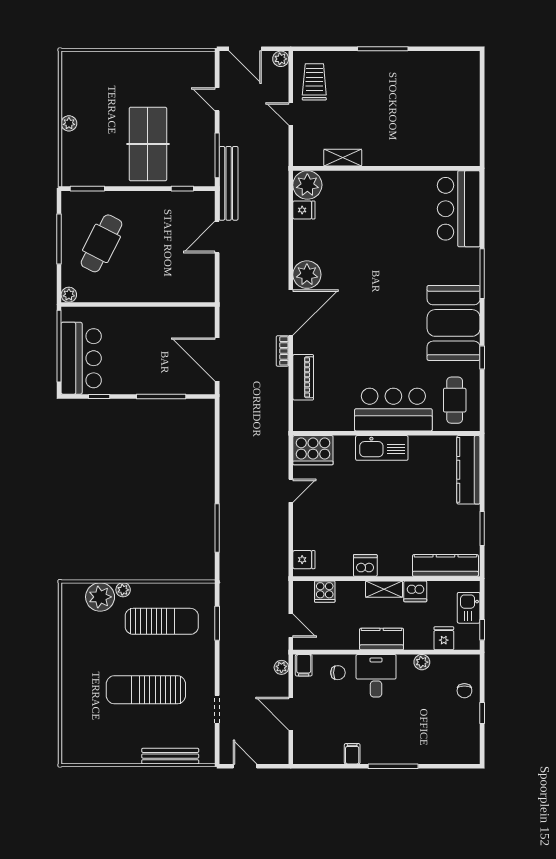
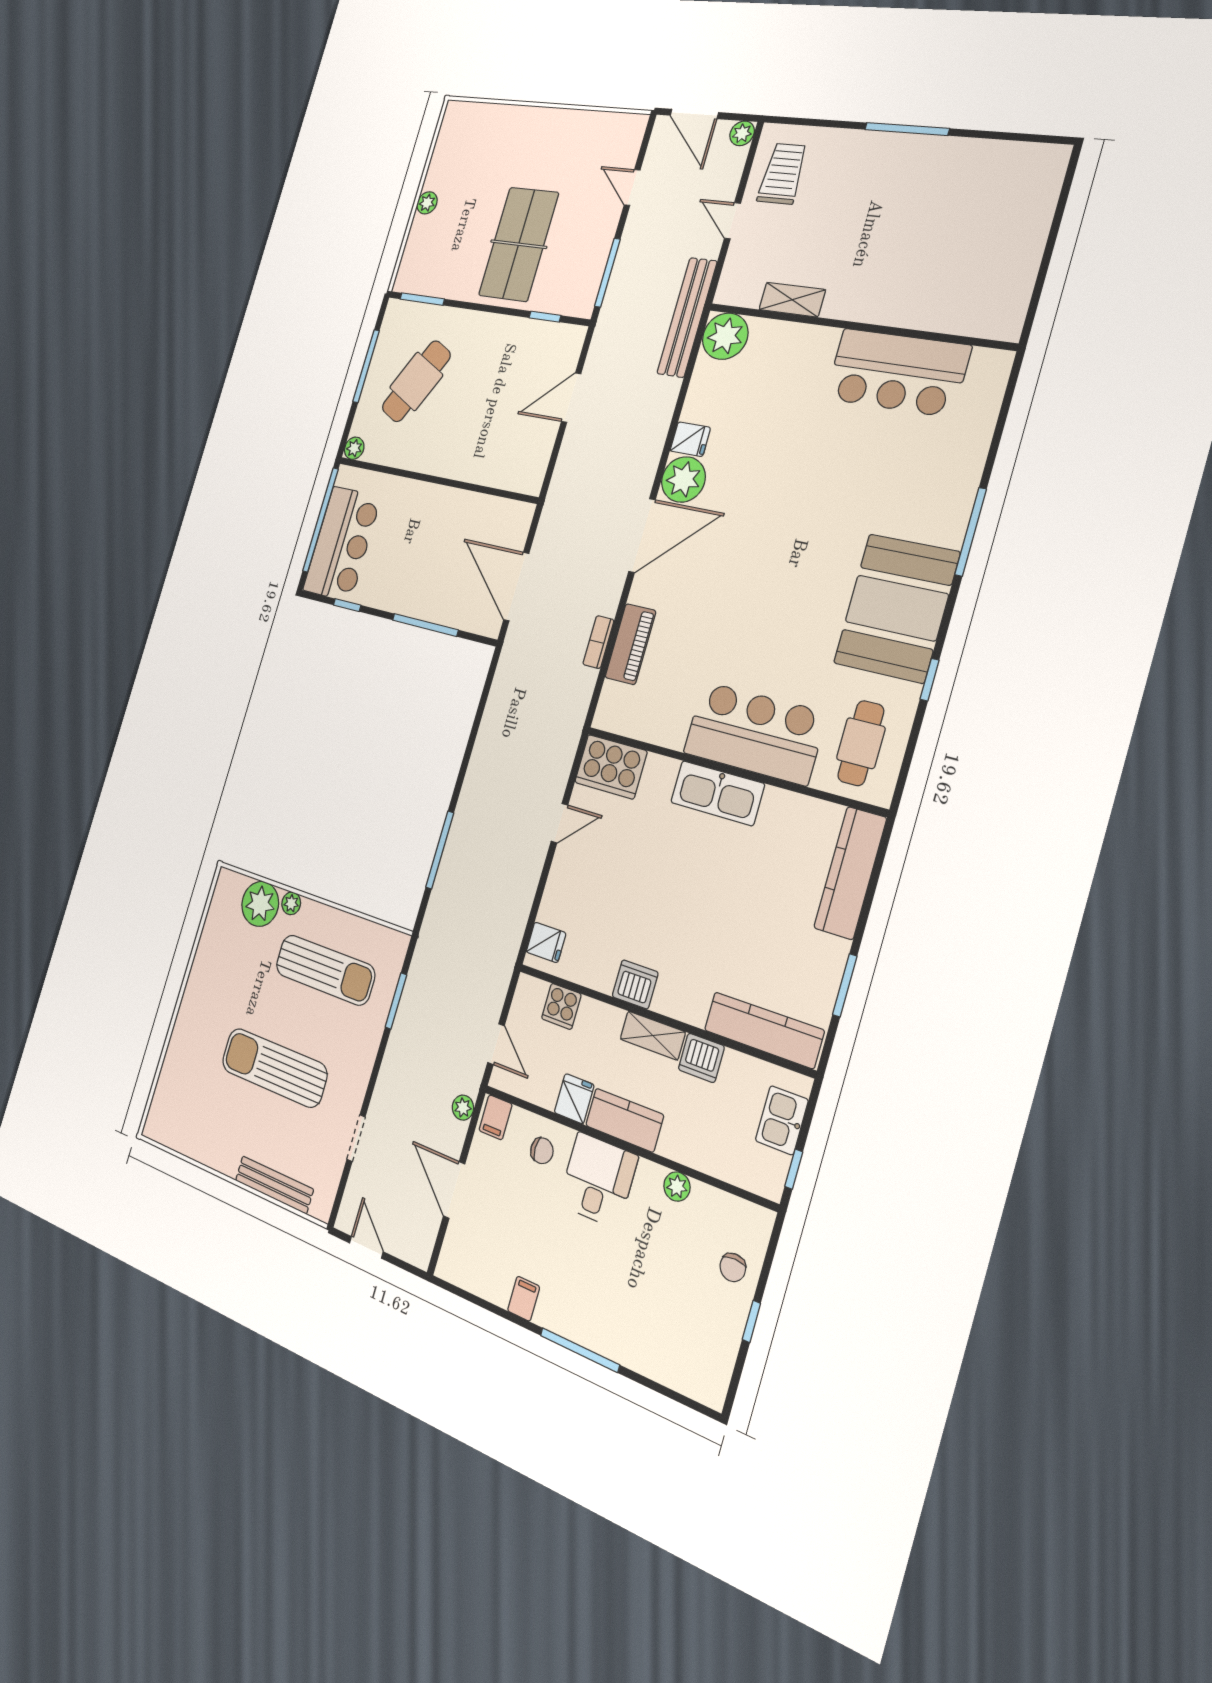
bench: (229, 183) -> (687, 317), moved
bar counter: (459, 209) -> (897, 372), moved, turned -90
fridge: (304, 210) -> (690, 439), moved
bookcase: (282, 351) -> (598, 642), moved
fridge: (444, 638) -> (574, 1099), moved

